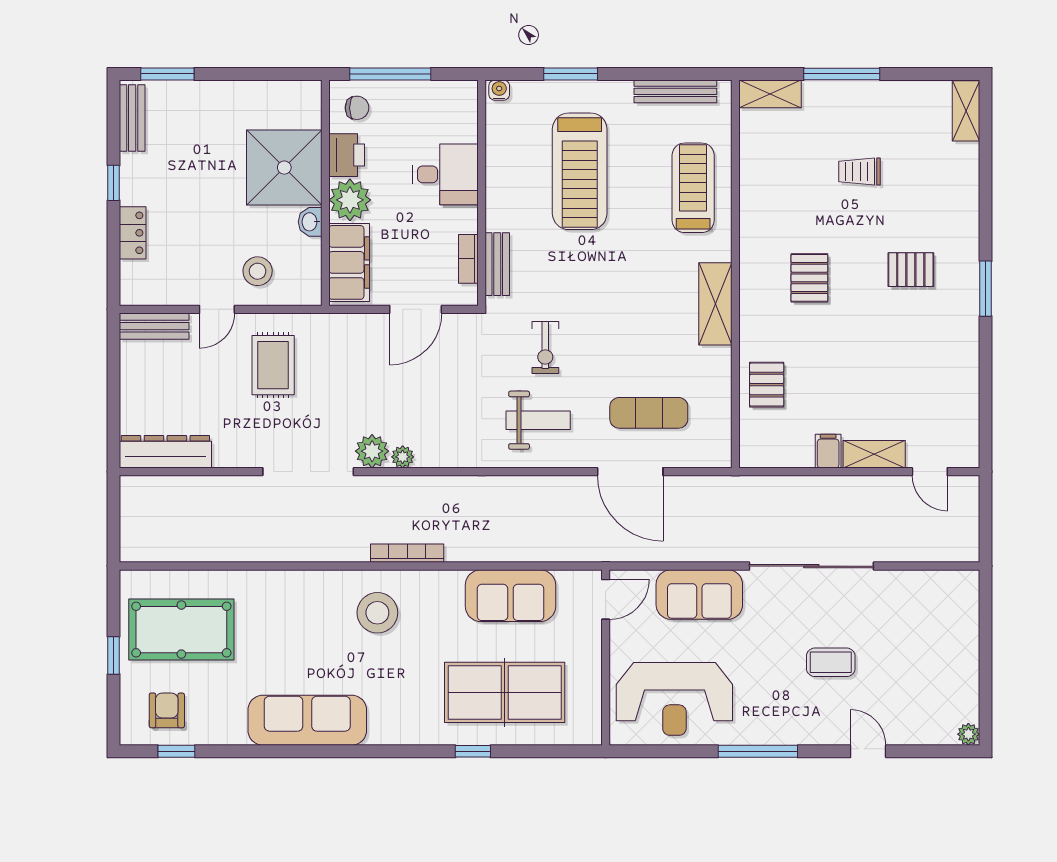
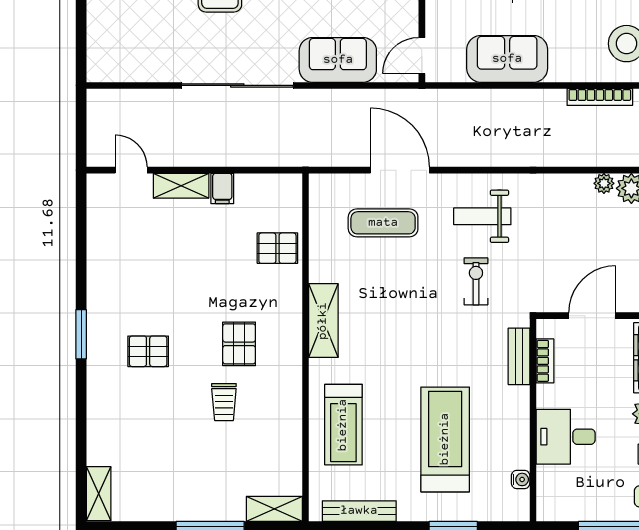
water cooler: (499, 90) -> (521, 479), moved, turned -90
trolley: (859, 171) -> (224, 402), moved, turned 90
pallet: (767, 385) -> (277, 248), turned 90

